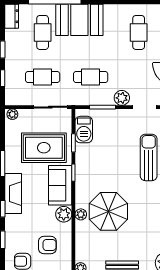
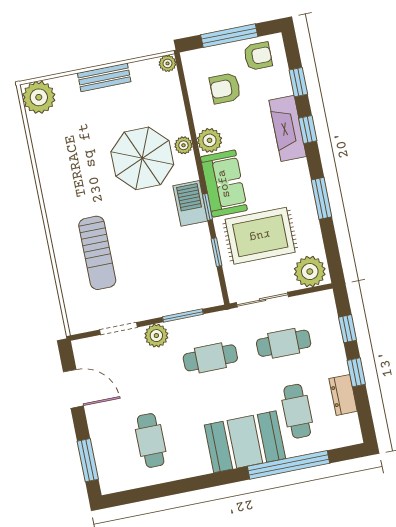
dresser: (12, 16) -> (343, 395), moved
plant: (12, 114) -> (310, 272), width x1.88, depth x1.88
barbecue: (84, 130) -> (190, 203), moved
fireplace: (13, 194) -> (288, 128), moved

